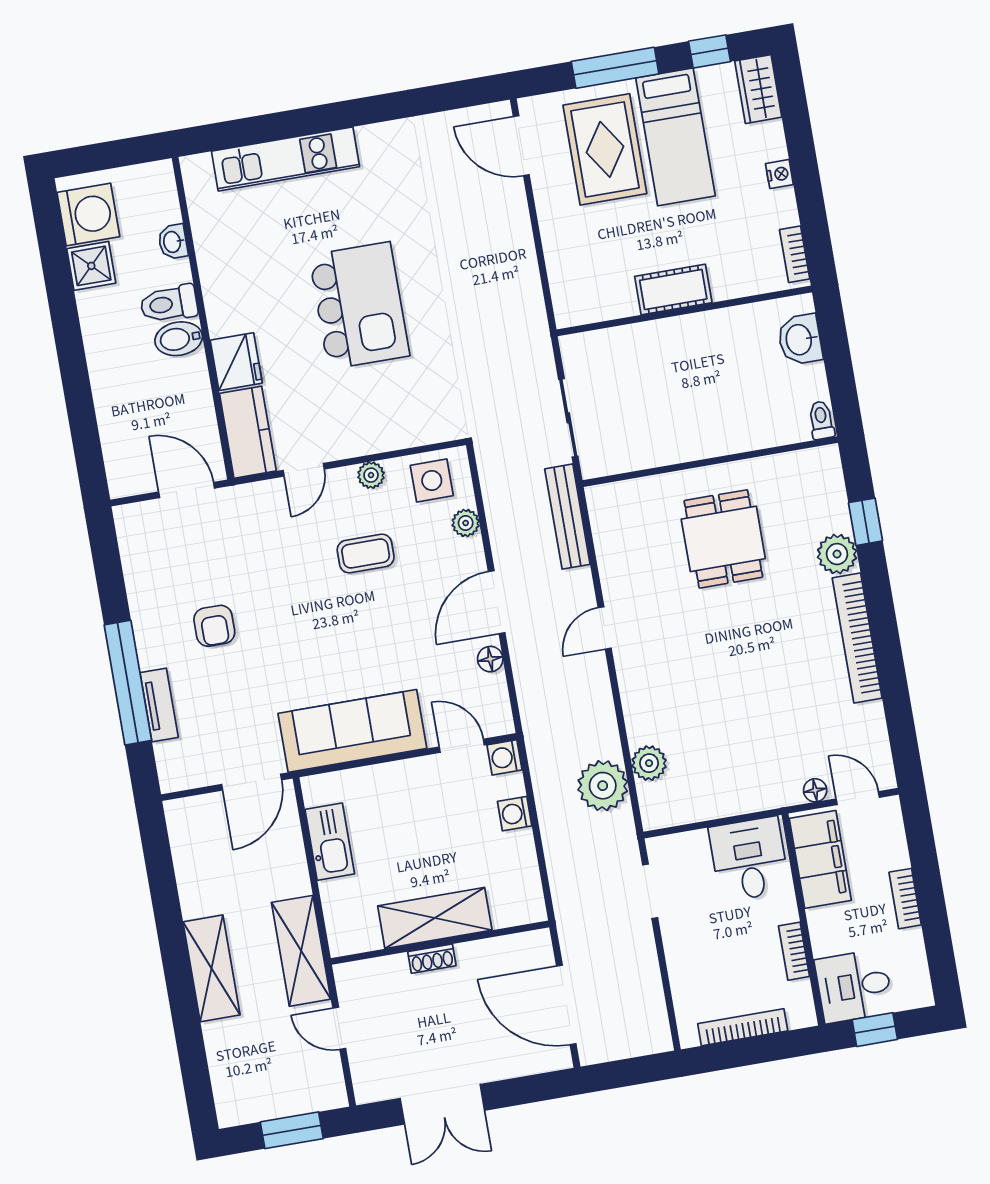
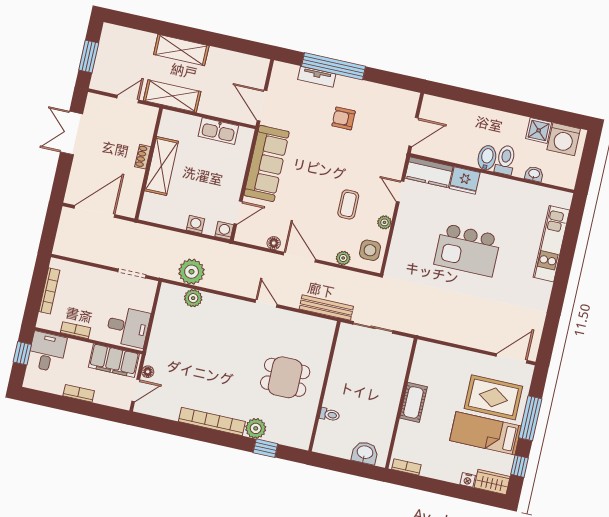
nightstand: (779, 174) -> (468, 480), moved
toilet: (821, 420) -> (330, 415), moved

